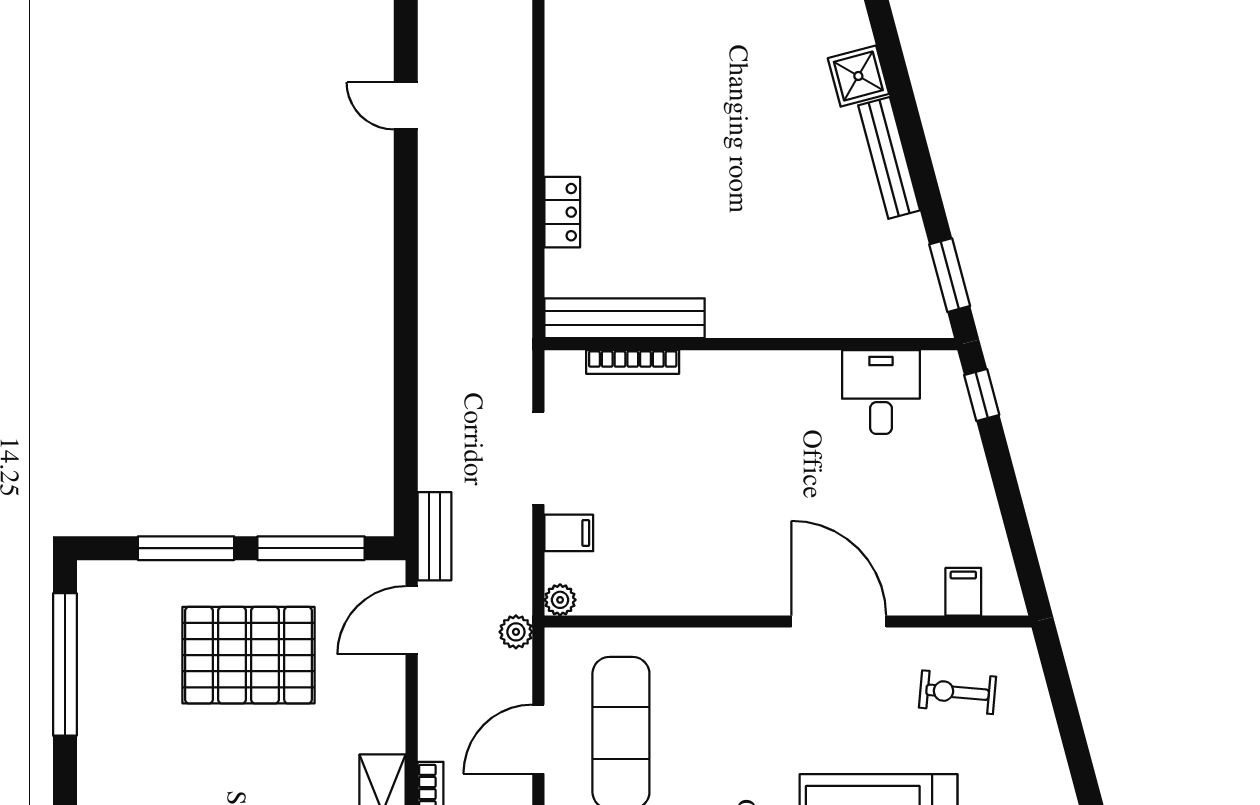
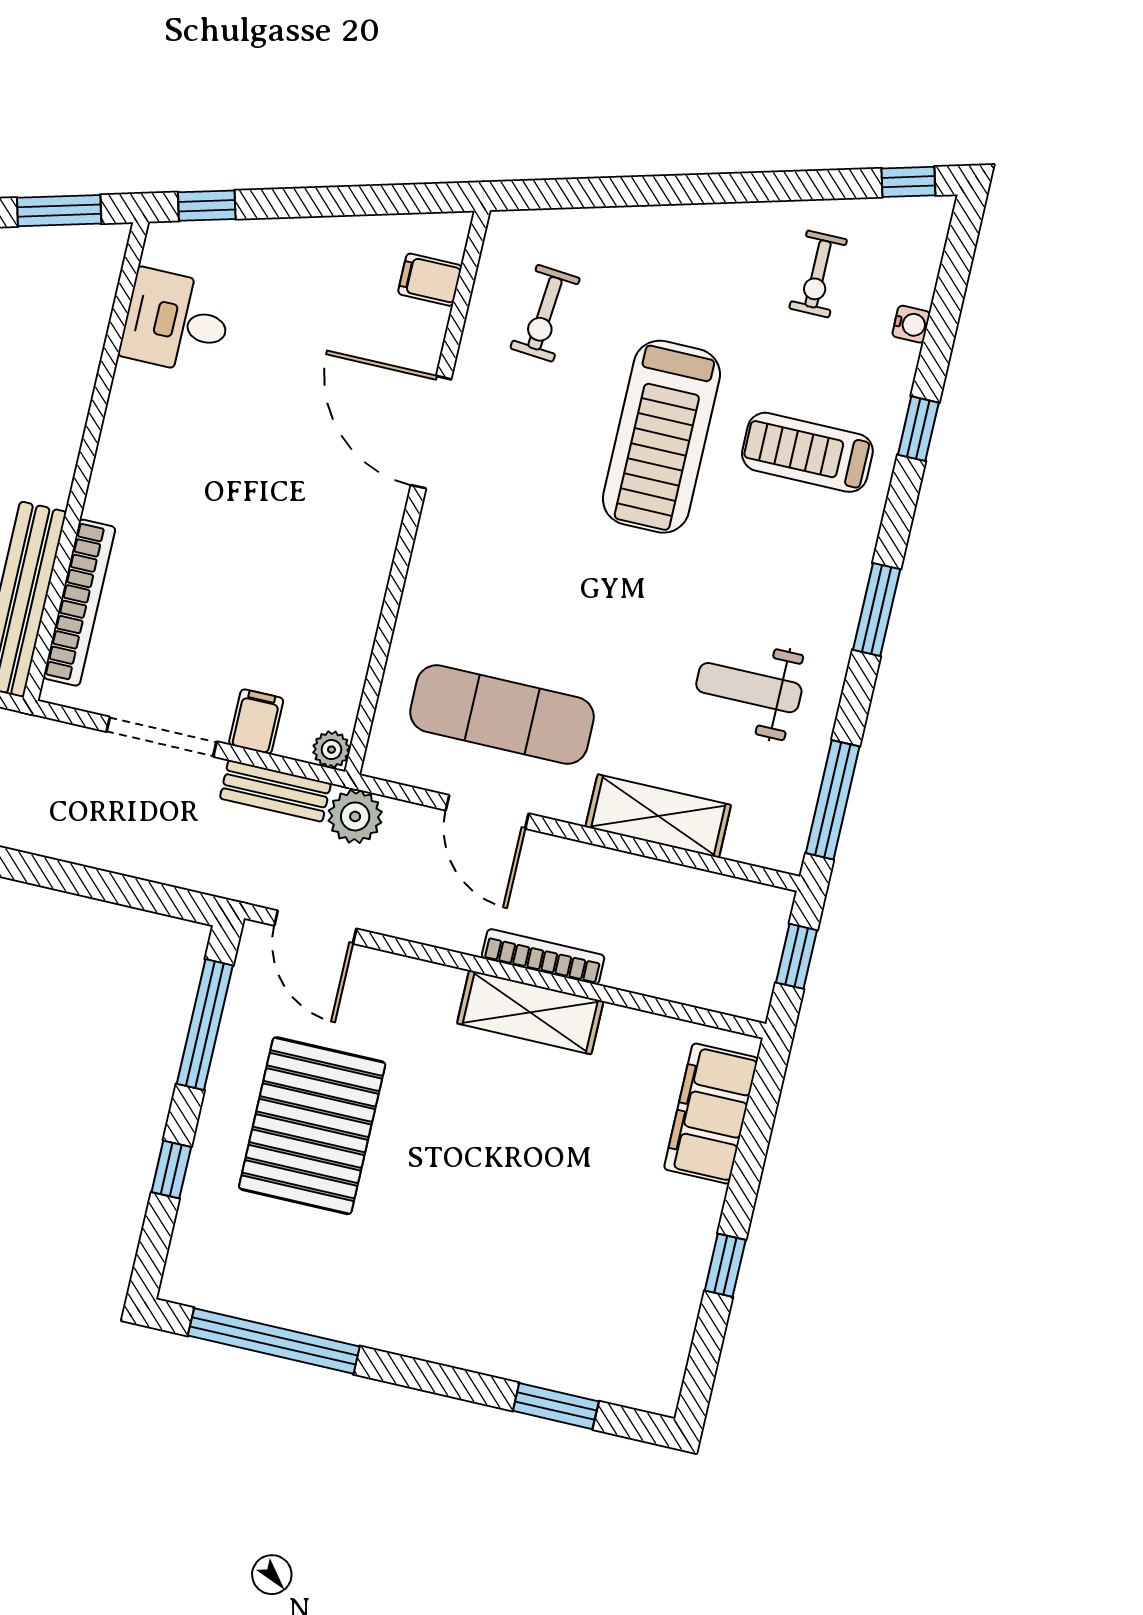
bookcase: (633, 362) -> (79, 603), width x1.48, depth x1.31
bench: (434, 536) -> (275, 791), moved
window: (186, 548) -> (171, 1169), width x0.46
door: (839, 621) -> (431, 432), hinge flipped
plant: (516, 632) -> (355, 816), width x1.38, depth x1.38

